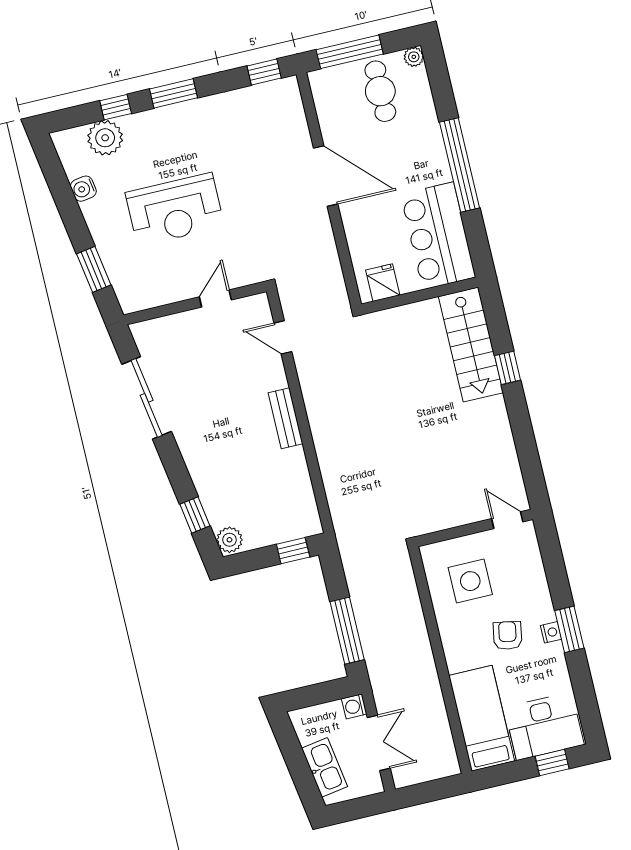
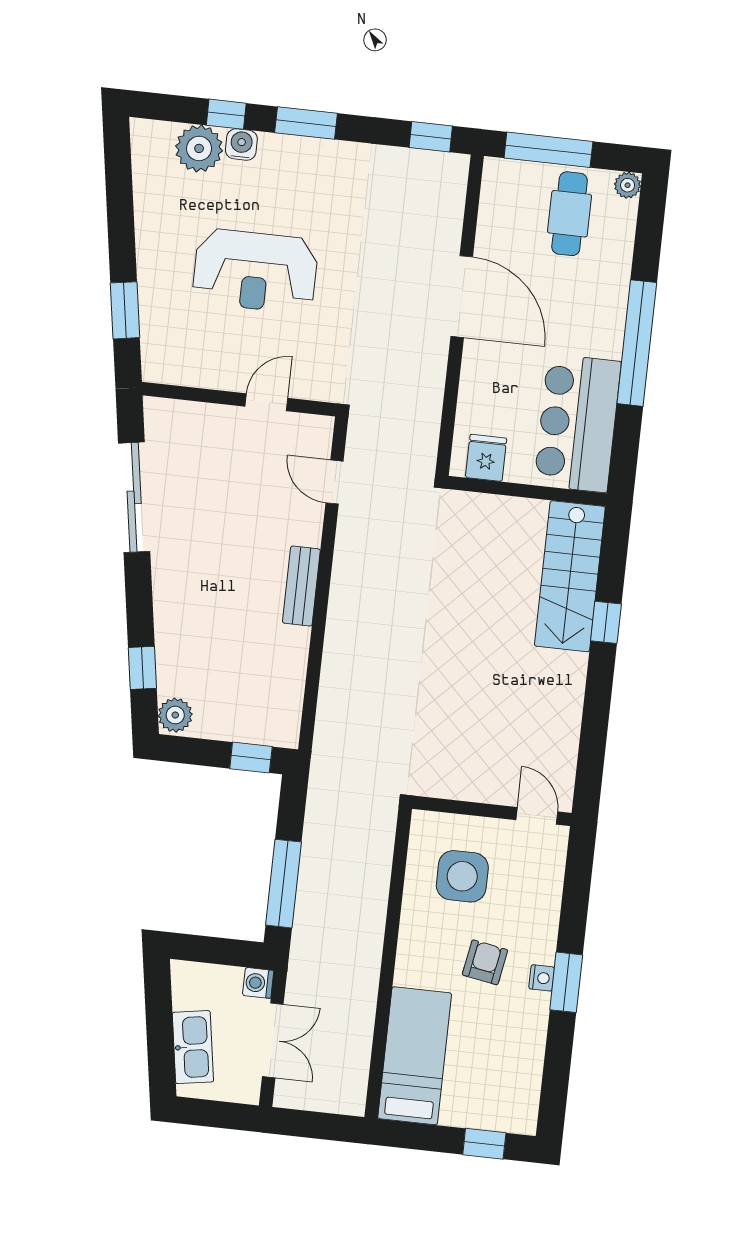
water cooler: (83, 189) -> (241, 145), moved, turned 99
desk: (544, 726) -> (490, 1094), removed

